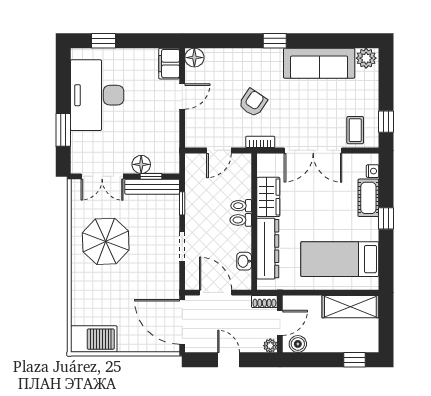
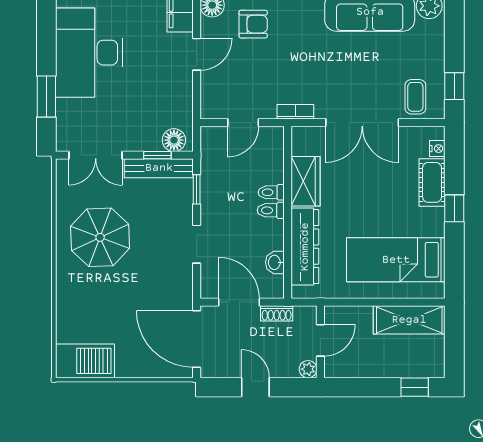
armchair: (253, 103) -> (253, 24), moved, turned 56
floor lamp: (141, 164) -> (174, 140), moved
shoe rack: (264, 301) -> (277, 313), moved
boiler: (298, 344) -> (343, 367), removed

